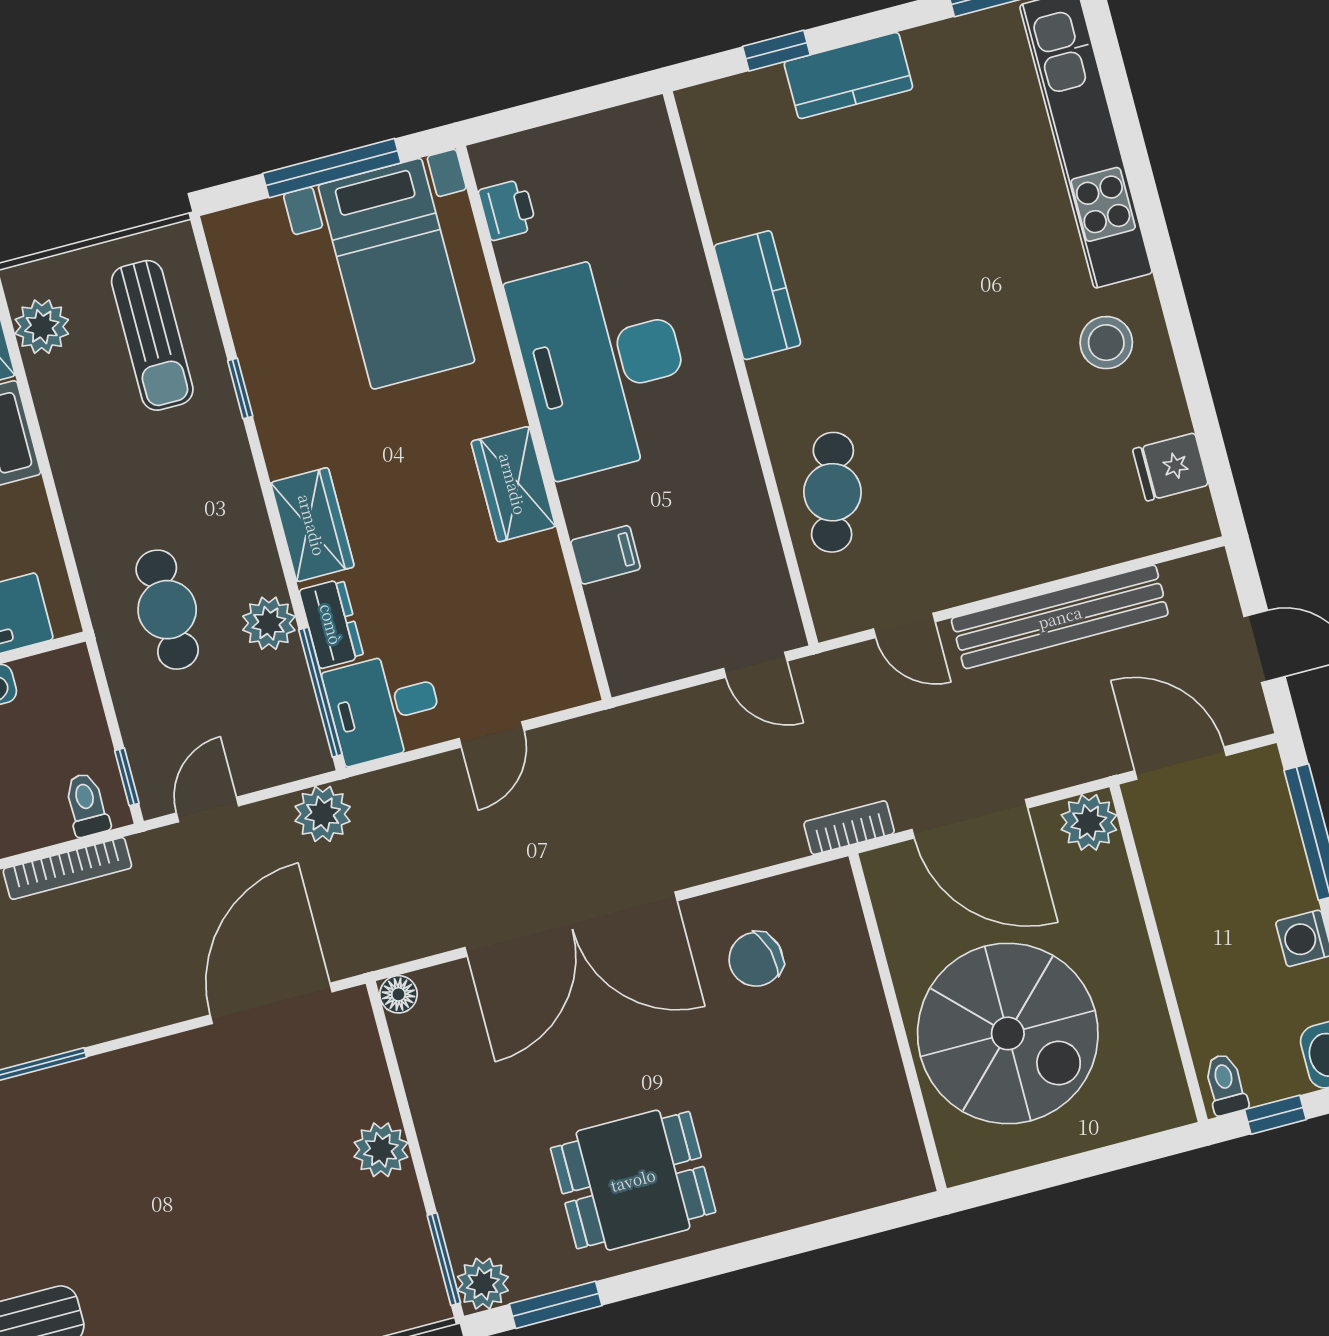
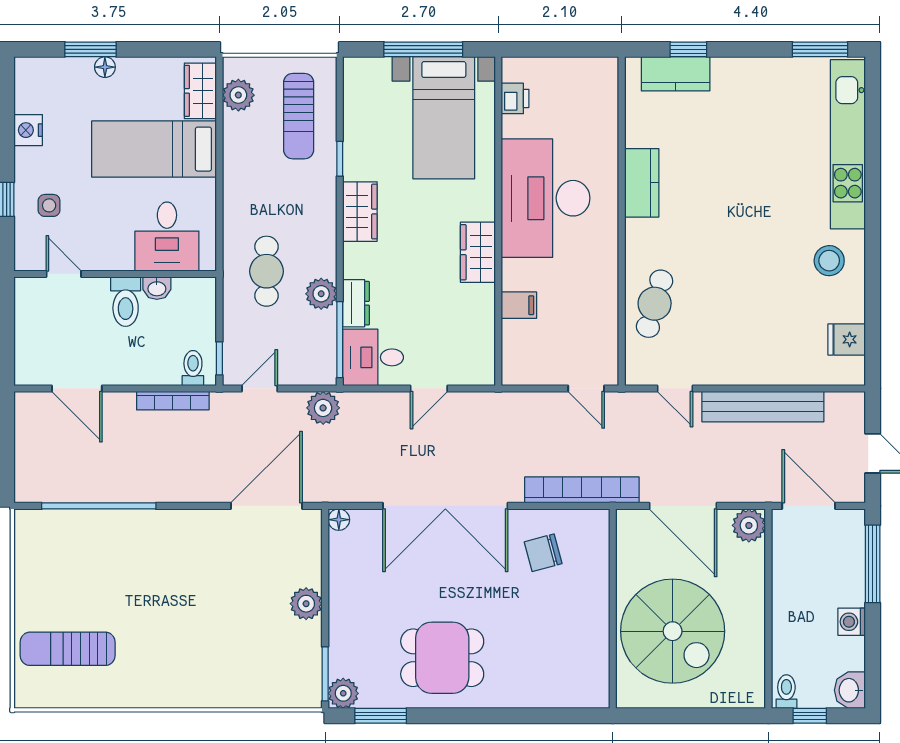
kitchen counter: (848, 76) -> (676, 74), moved
wardrobe: (312, 525) -> (360, 212), moved
bookcase: (849, 828) -> (582, 490), width x2.31, depth x1.31

